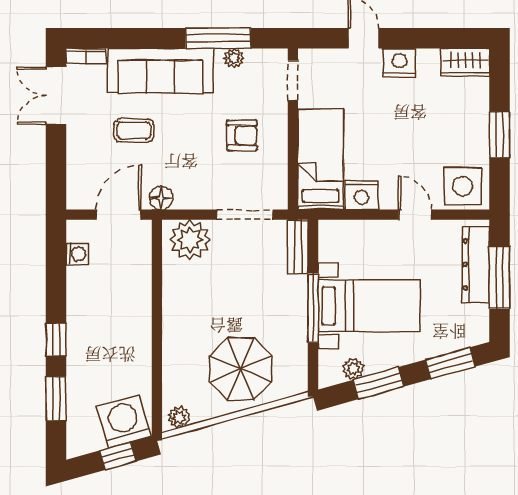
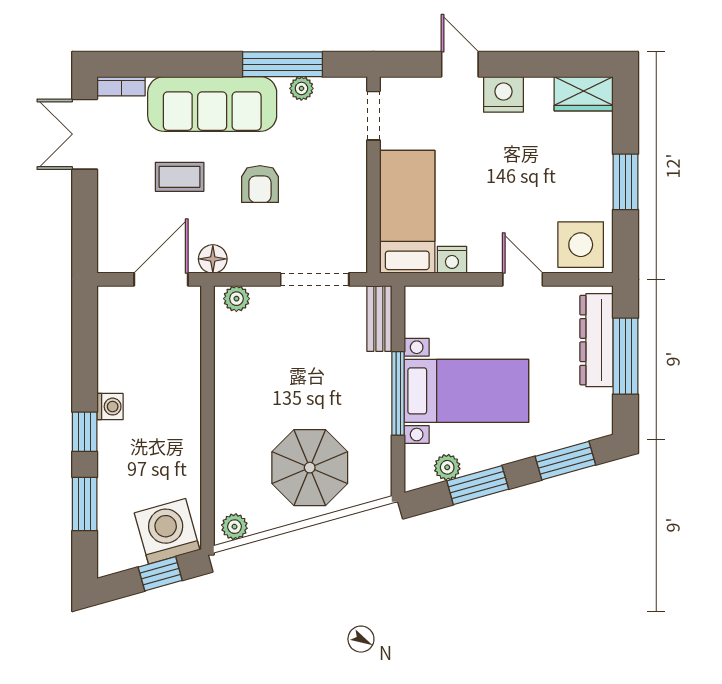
armchair: (242, 135) -> (260, 184), moved, turned 90
nightstand: (362, 195) -> (452, 260), width x0.74, depth x0.75
plant: (190, 240) -> (236, 299), width x0.53, depth x0.53
washing machine: (77, 254) -> (110, 407), moved

